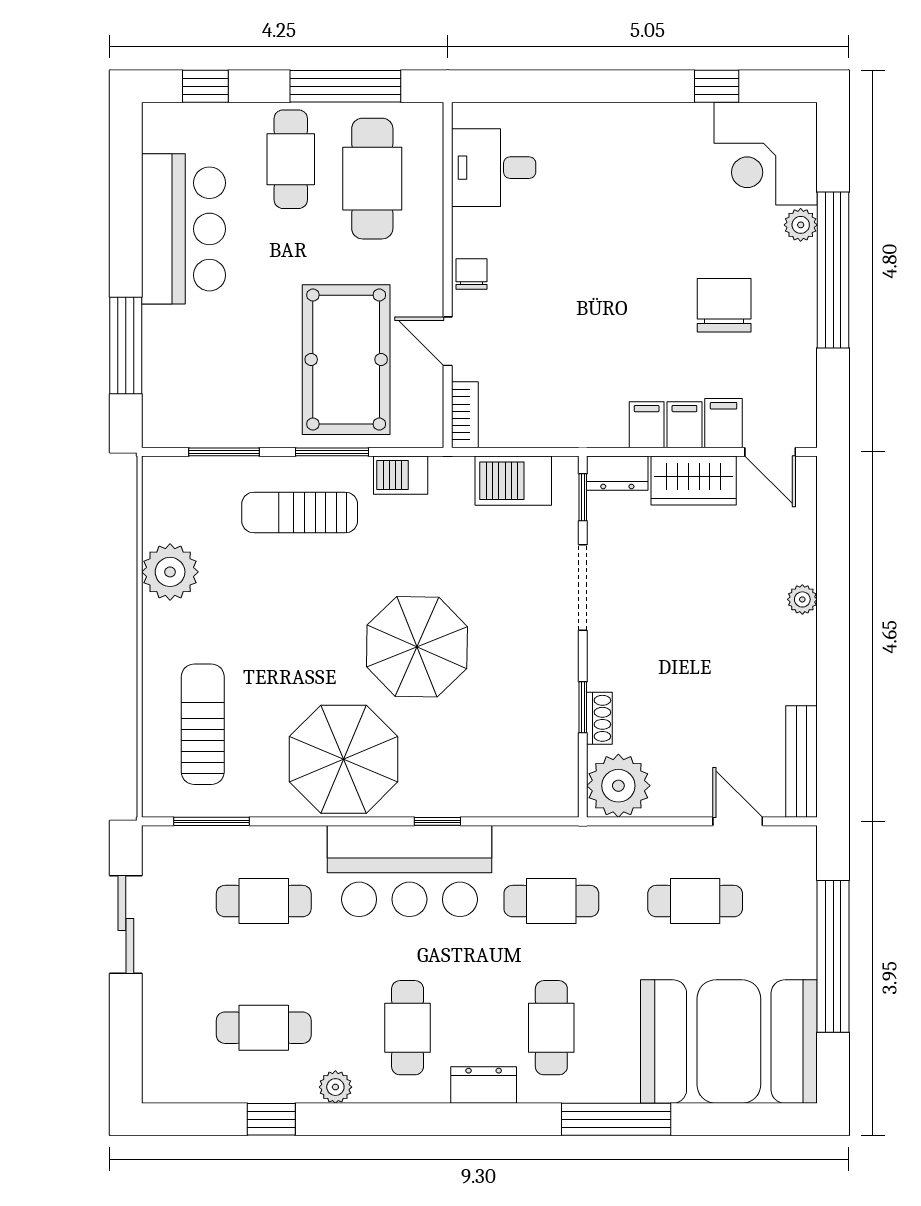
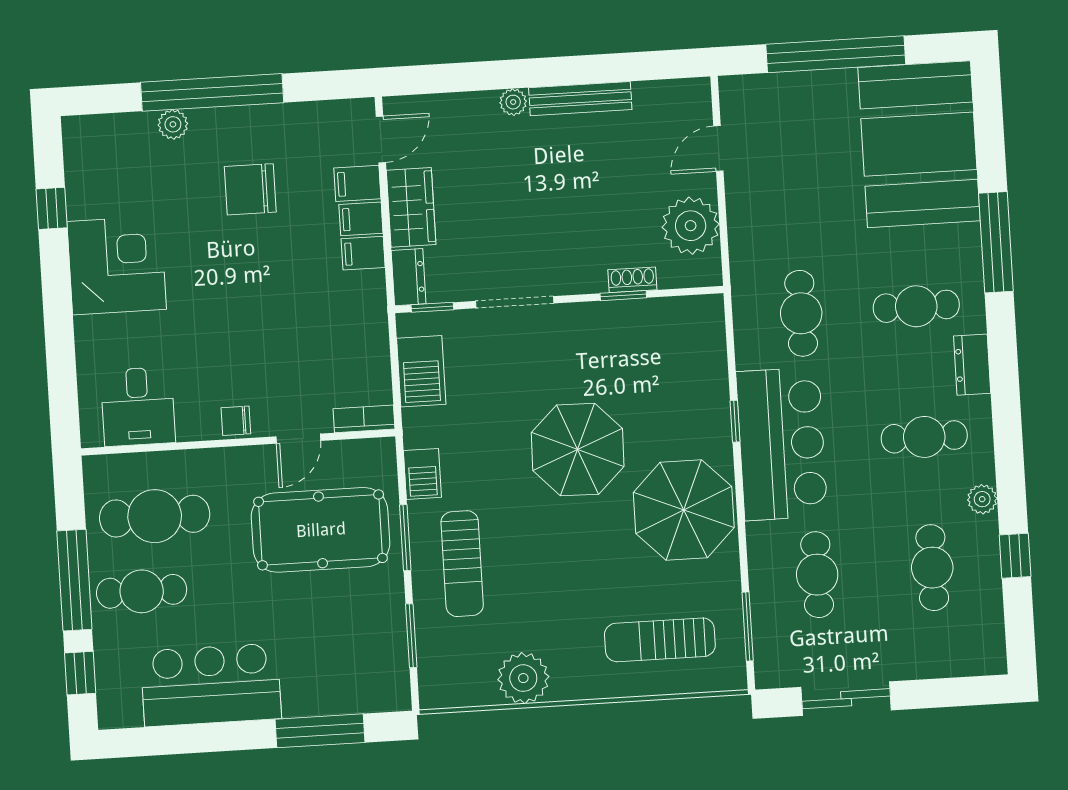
window: (345, 86) -> (74, 580), moved
corner desk: (766, 154) -> (117, 265), moved, turned -90
bench: (802, 762) -> (580, 99), moved
plant: (618, 786) -> (691, 226), moved
cafe table: (695, 901) -> (793, 183), removed

